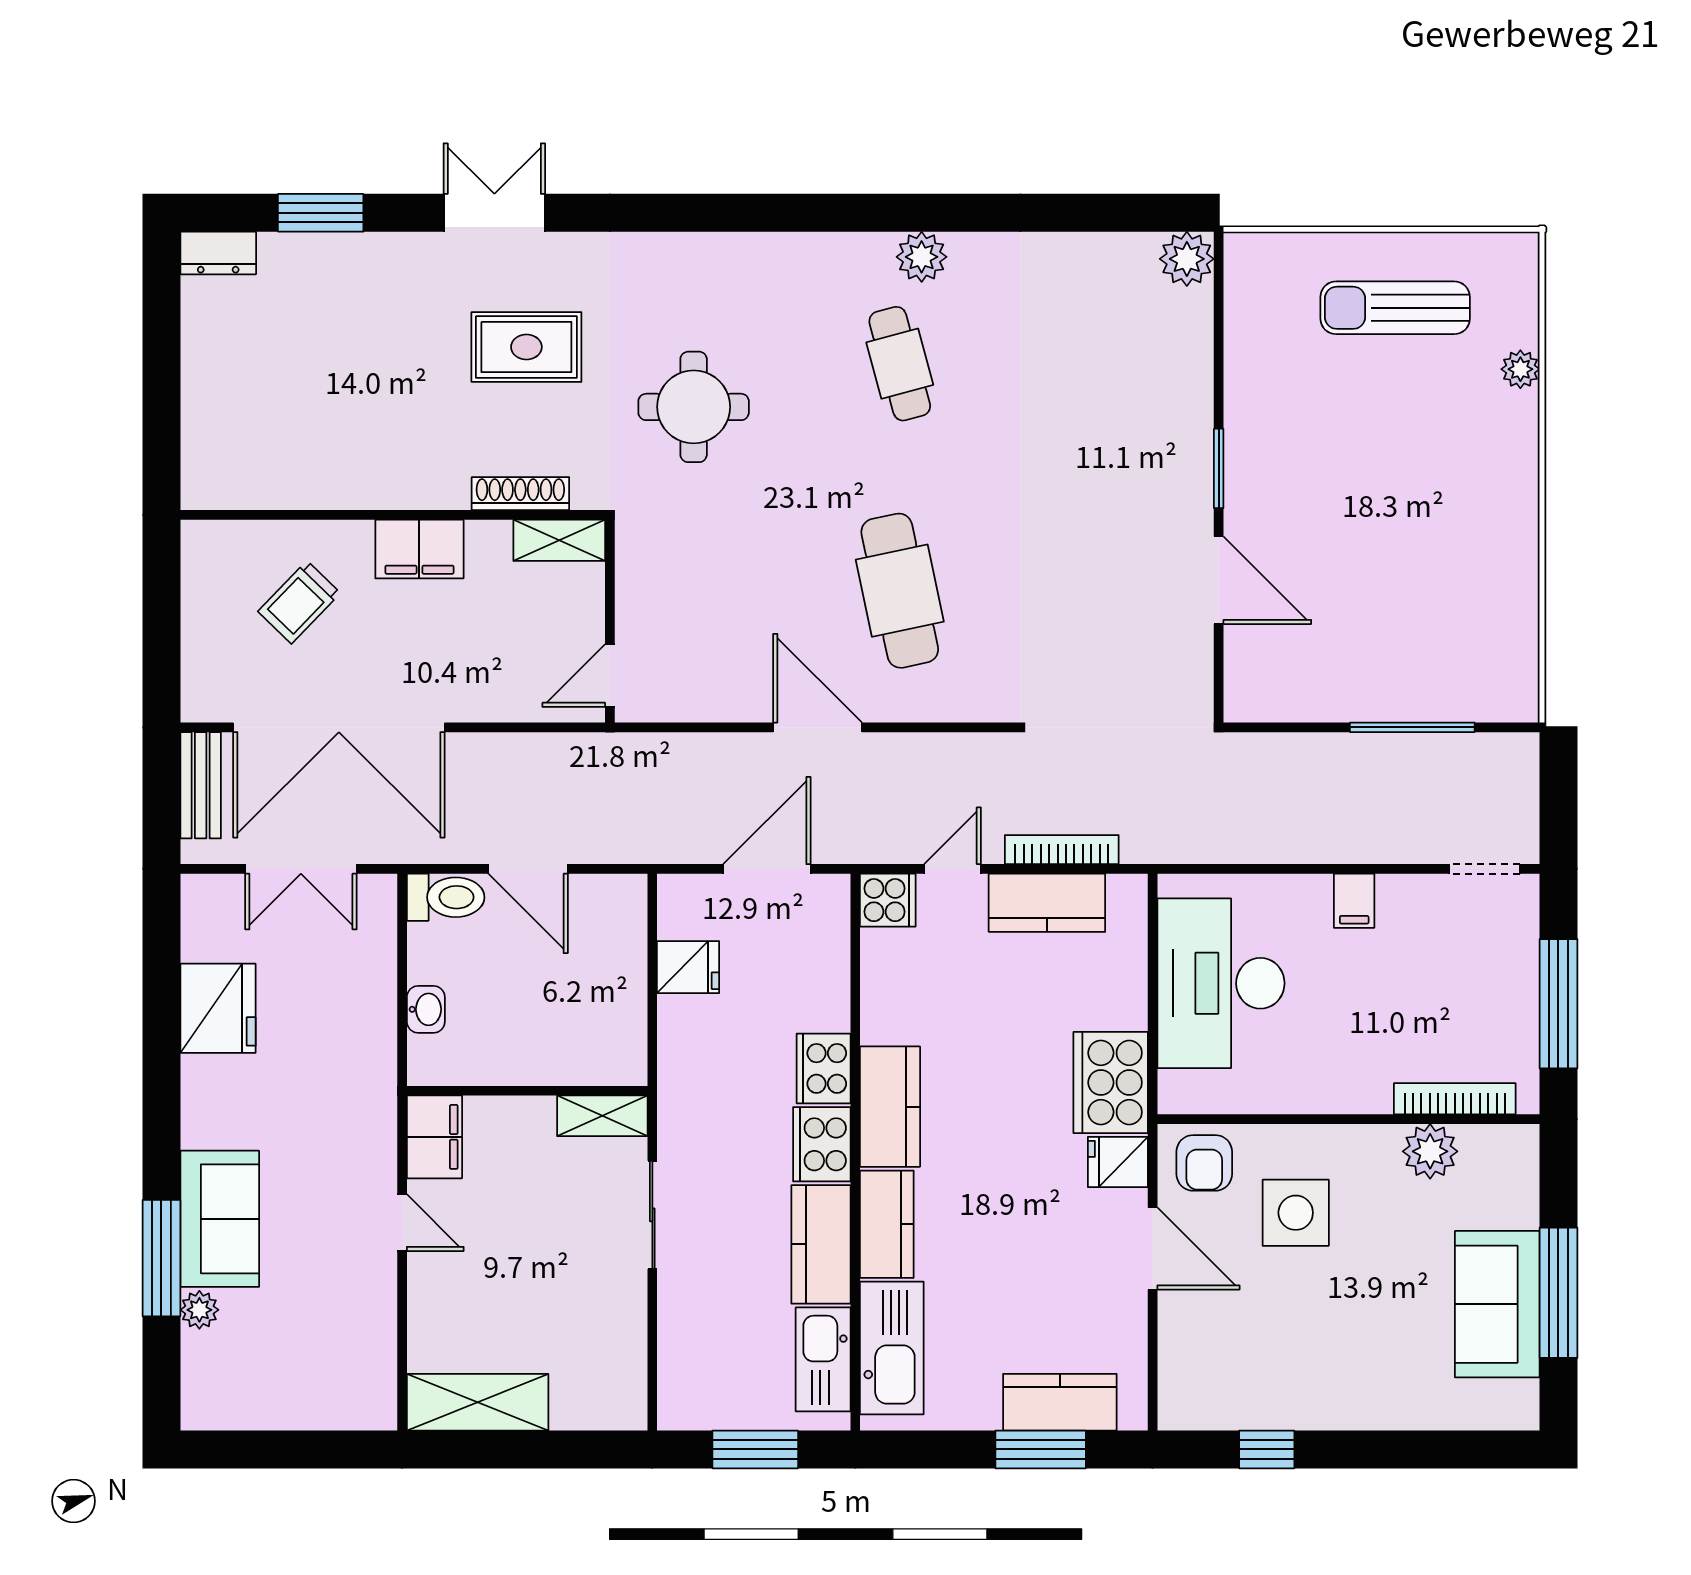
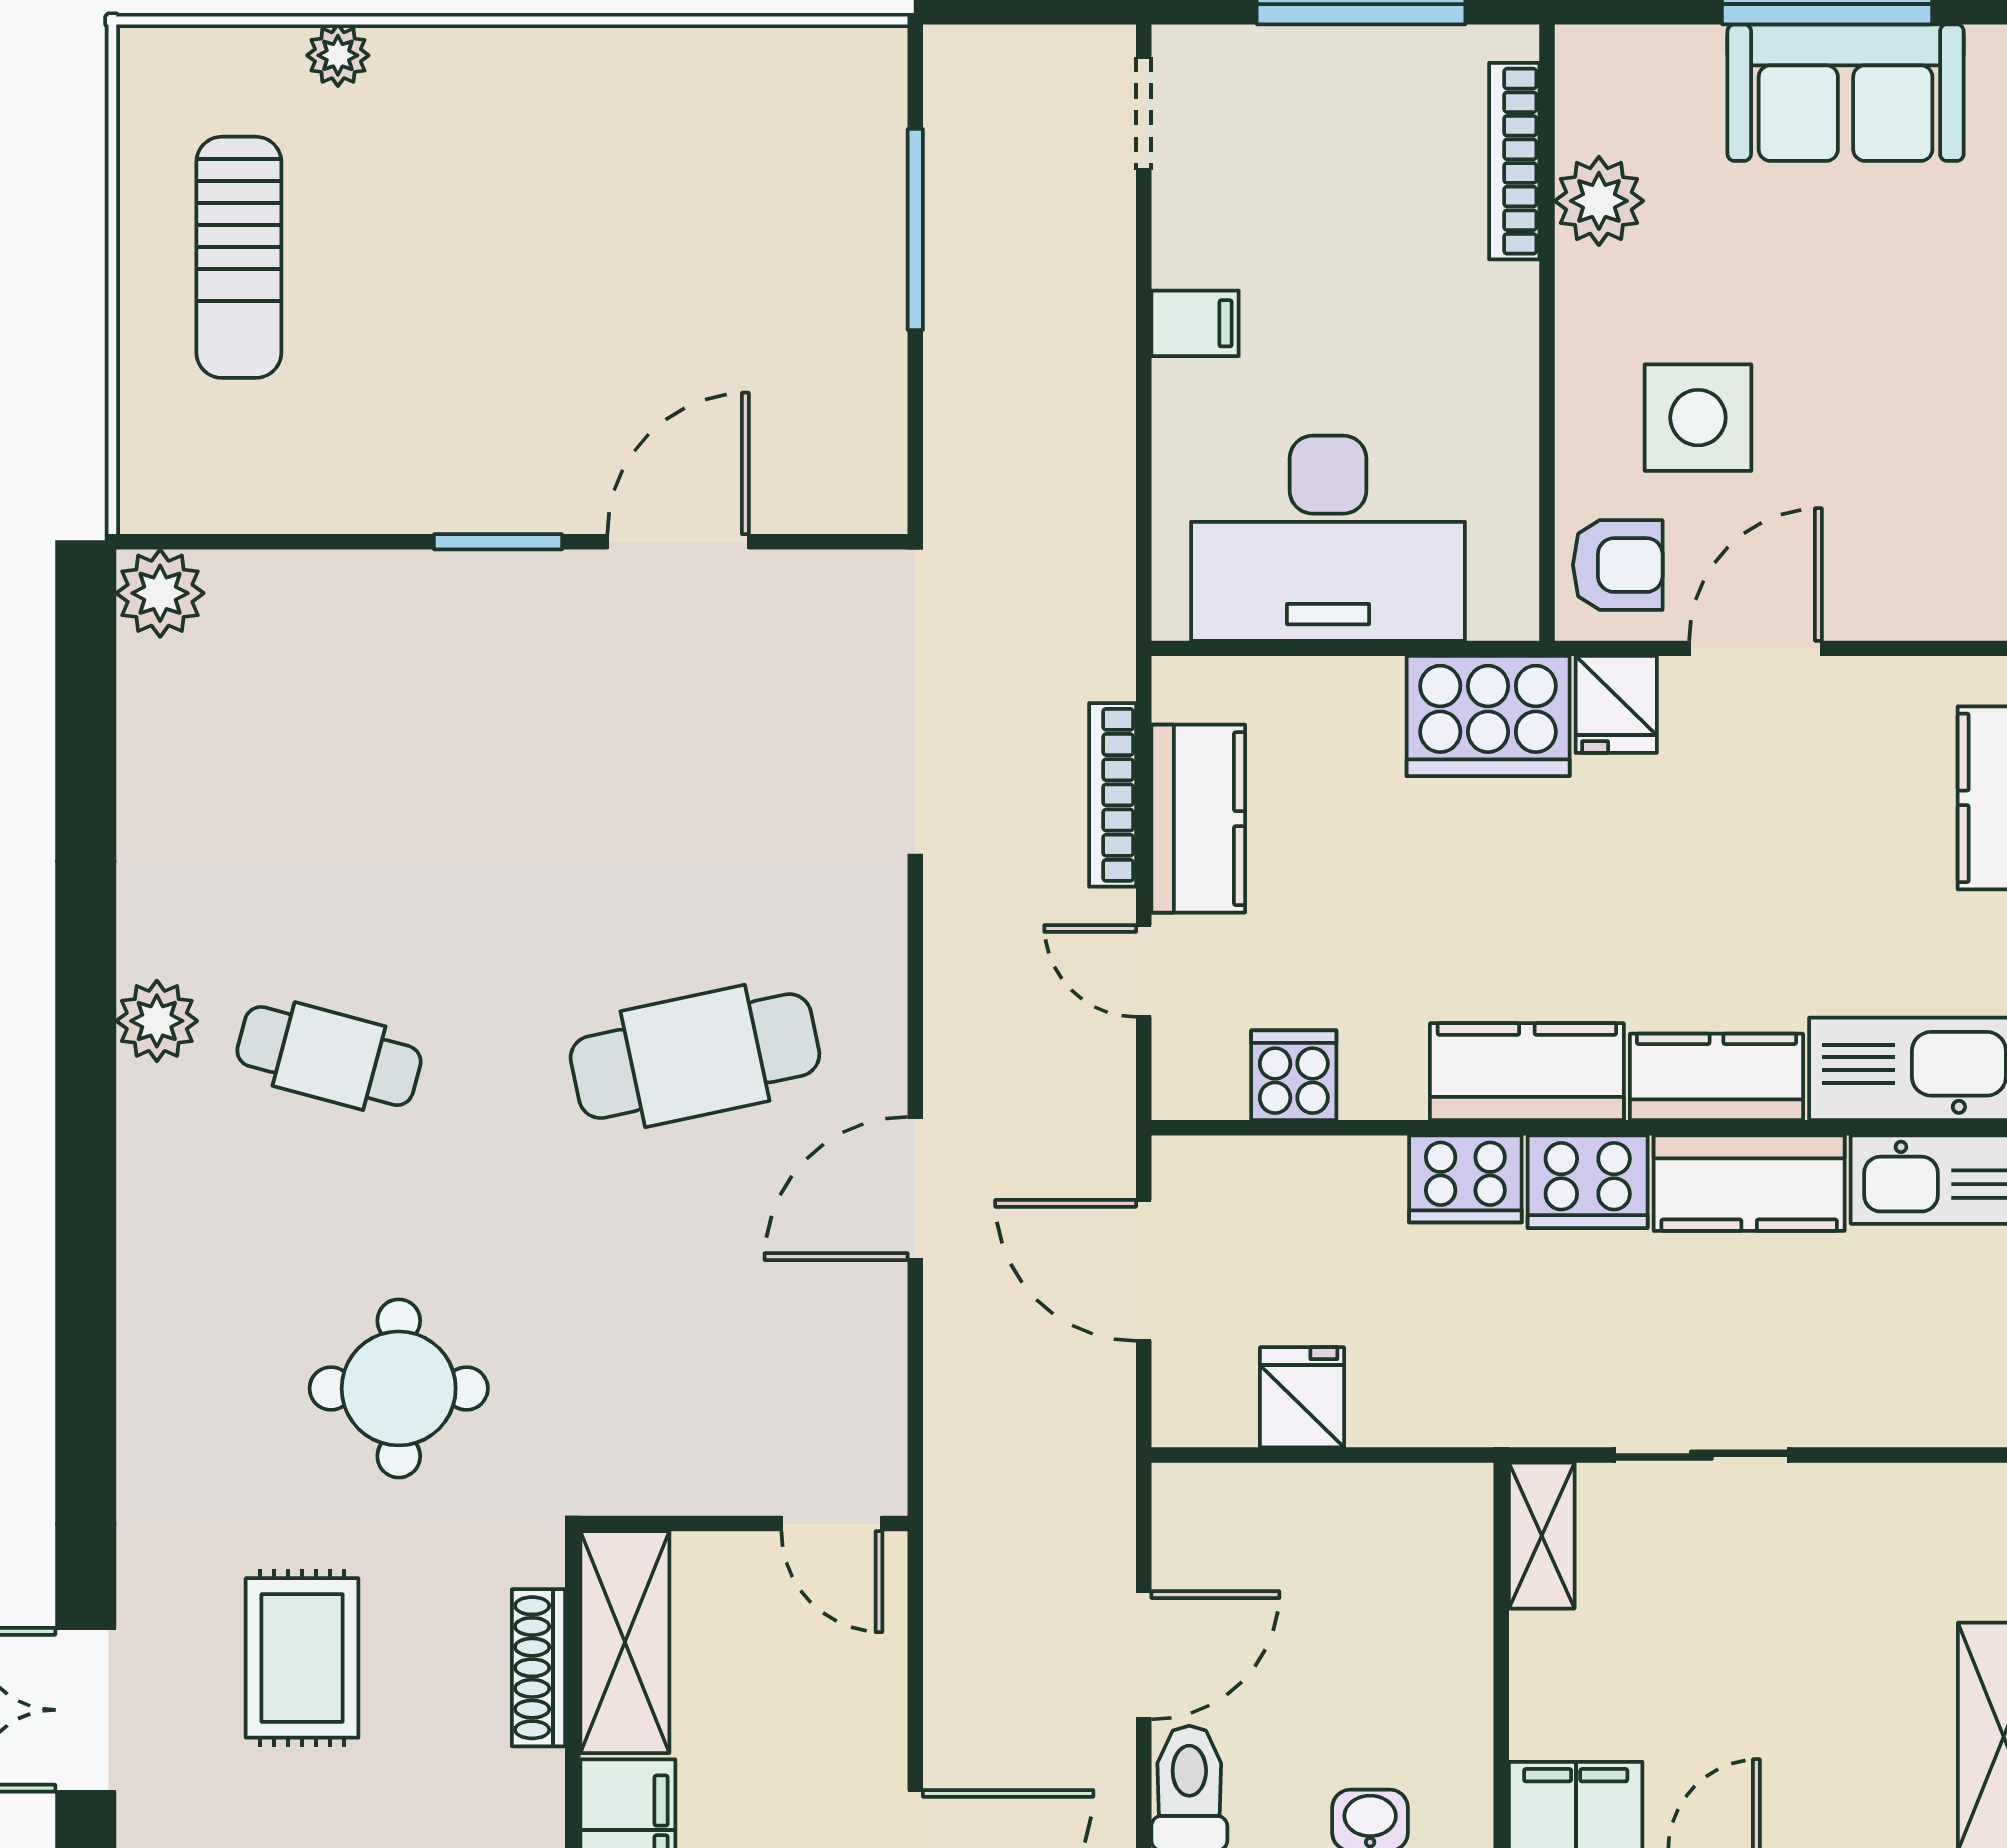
cafe table: (900, 364) -> (329, 1056), turned 30
shelving: (559, 540) -> (625, 1642), width x1.50, depth x1.33
cooker: (888, 900) -> (1294, 1075), moved

